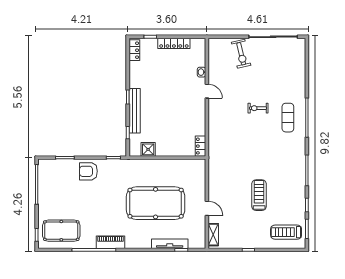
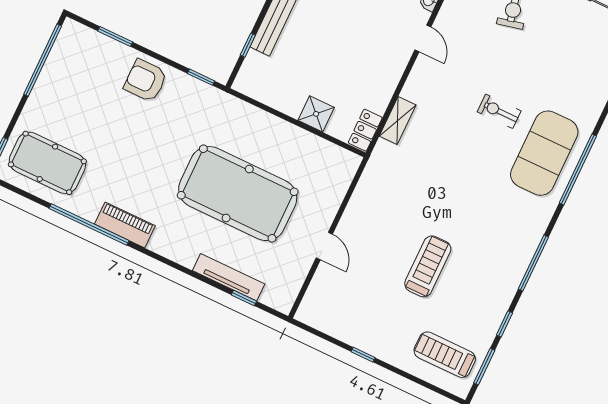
exercise mat: (288, 118) -> (544, 153), width x2.00, depth x1.45
shower: (148, 149) -> (316, 114), moved
shelving: (213, 235) -> (398, 121), moved

